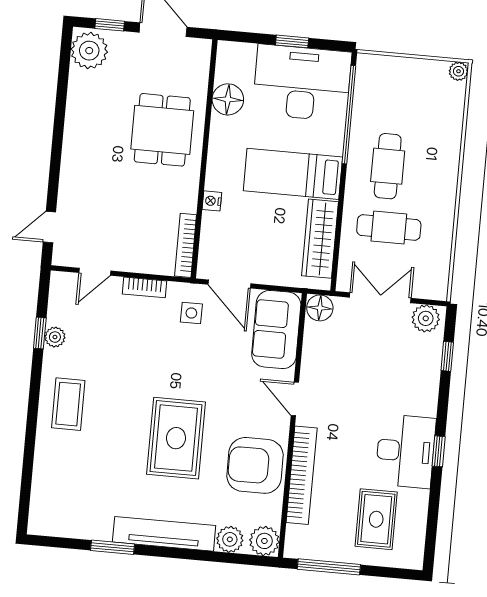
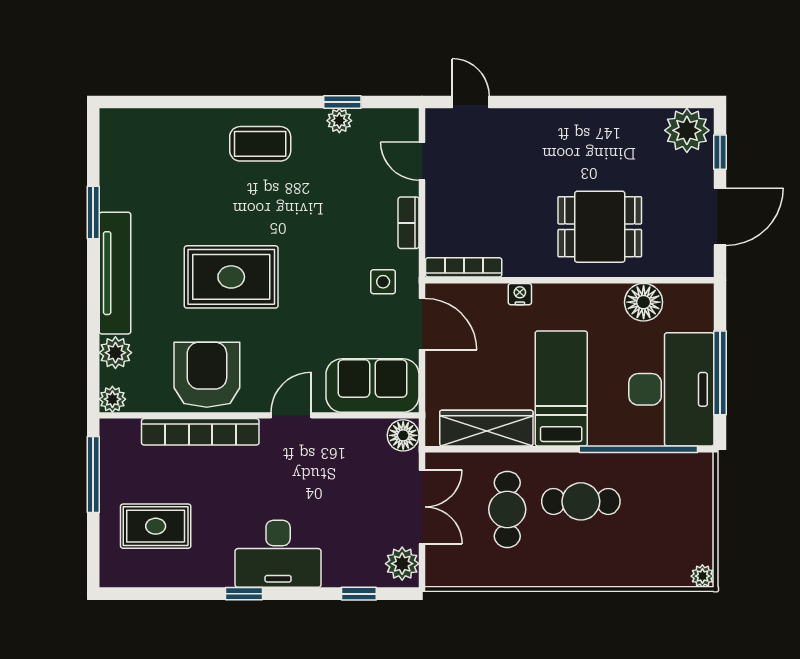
window: (292, 41) -> (720, 373), width x2.17
door: (229, 284) -> (422, 324), swing flipped
desk: (405, 451) -> (278, 554), moved
plant: (264, 541) -> (112, 399), width x0.73, depth x0.73

